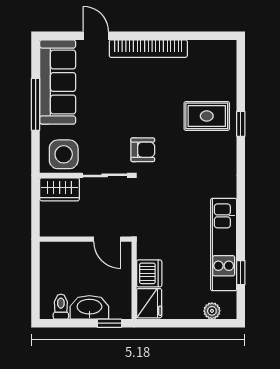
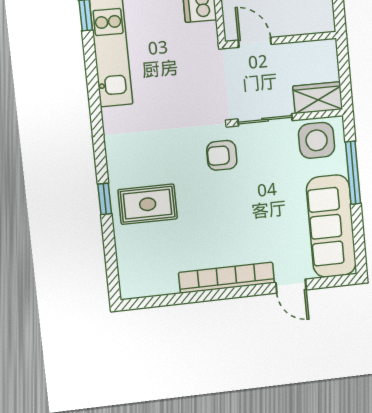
window: (36, 104) -> (353, 173), moved

